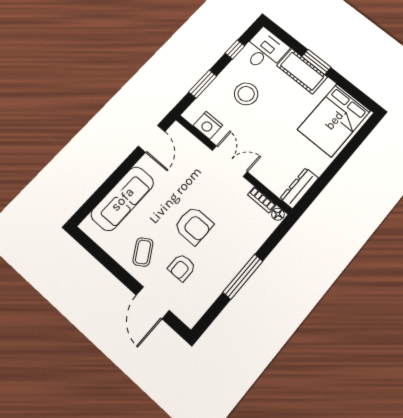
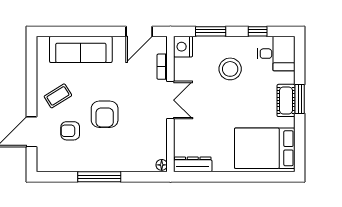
cot: (302, 71) -> (286, 100), width x0.73, depth x0.75
nightstand: (208, 125) -> (183, 47), moved
bookcase: (262, 200) -> (162, 67), moved

